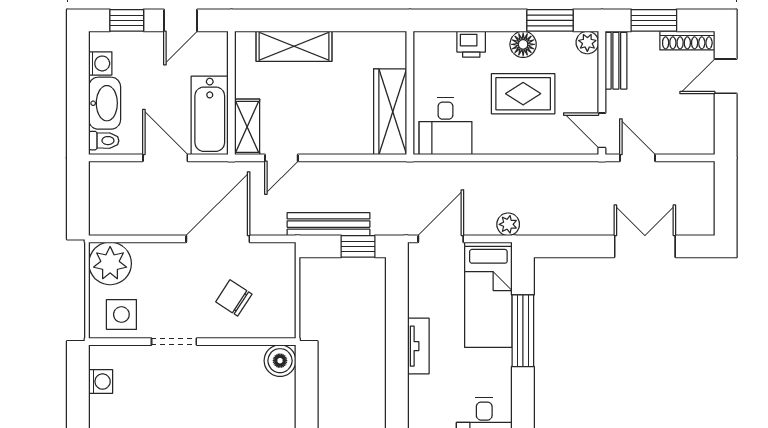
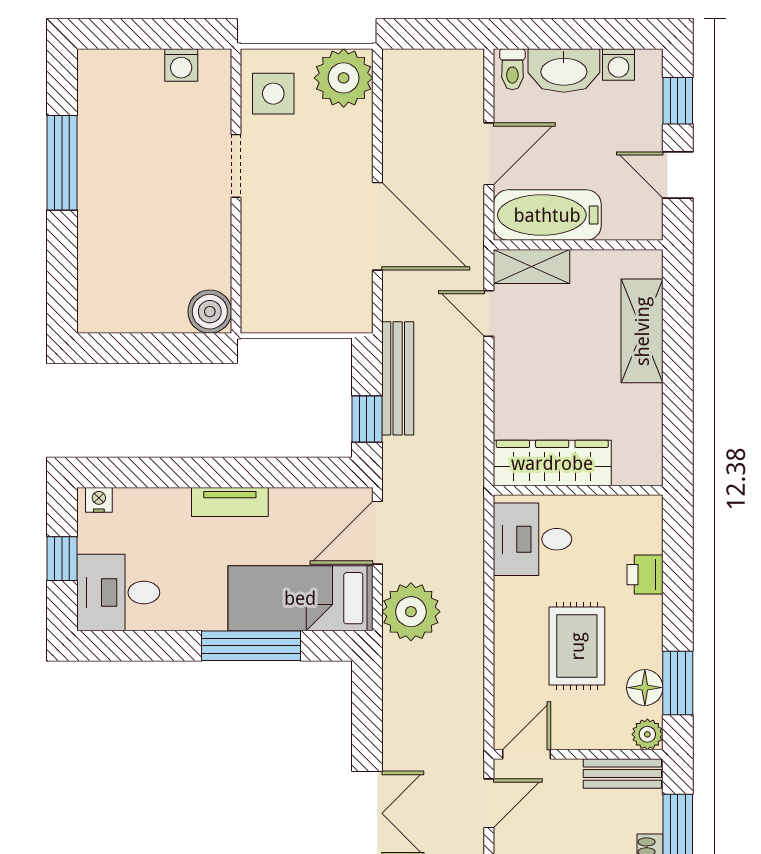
floor lamp: (523, 44) -> (645, 688), moved
plant: (508, 224) -> (411, 612), width x1.87, depth x1.87
door: (441, 239) -> (377, 533), swing flipped
chair: (234, 298) -> (296, 248), removed

